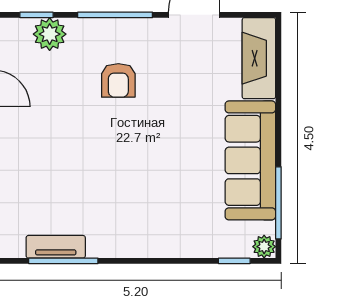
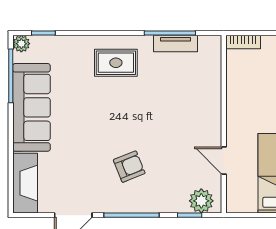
plant: (50, 34) -> (201, 201), moved
armchair: (118, 80) -> (129, 167), turned 68
rug: (136, 221) -> (116, 63), added

